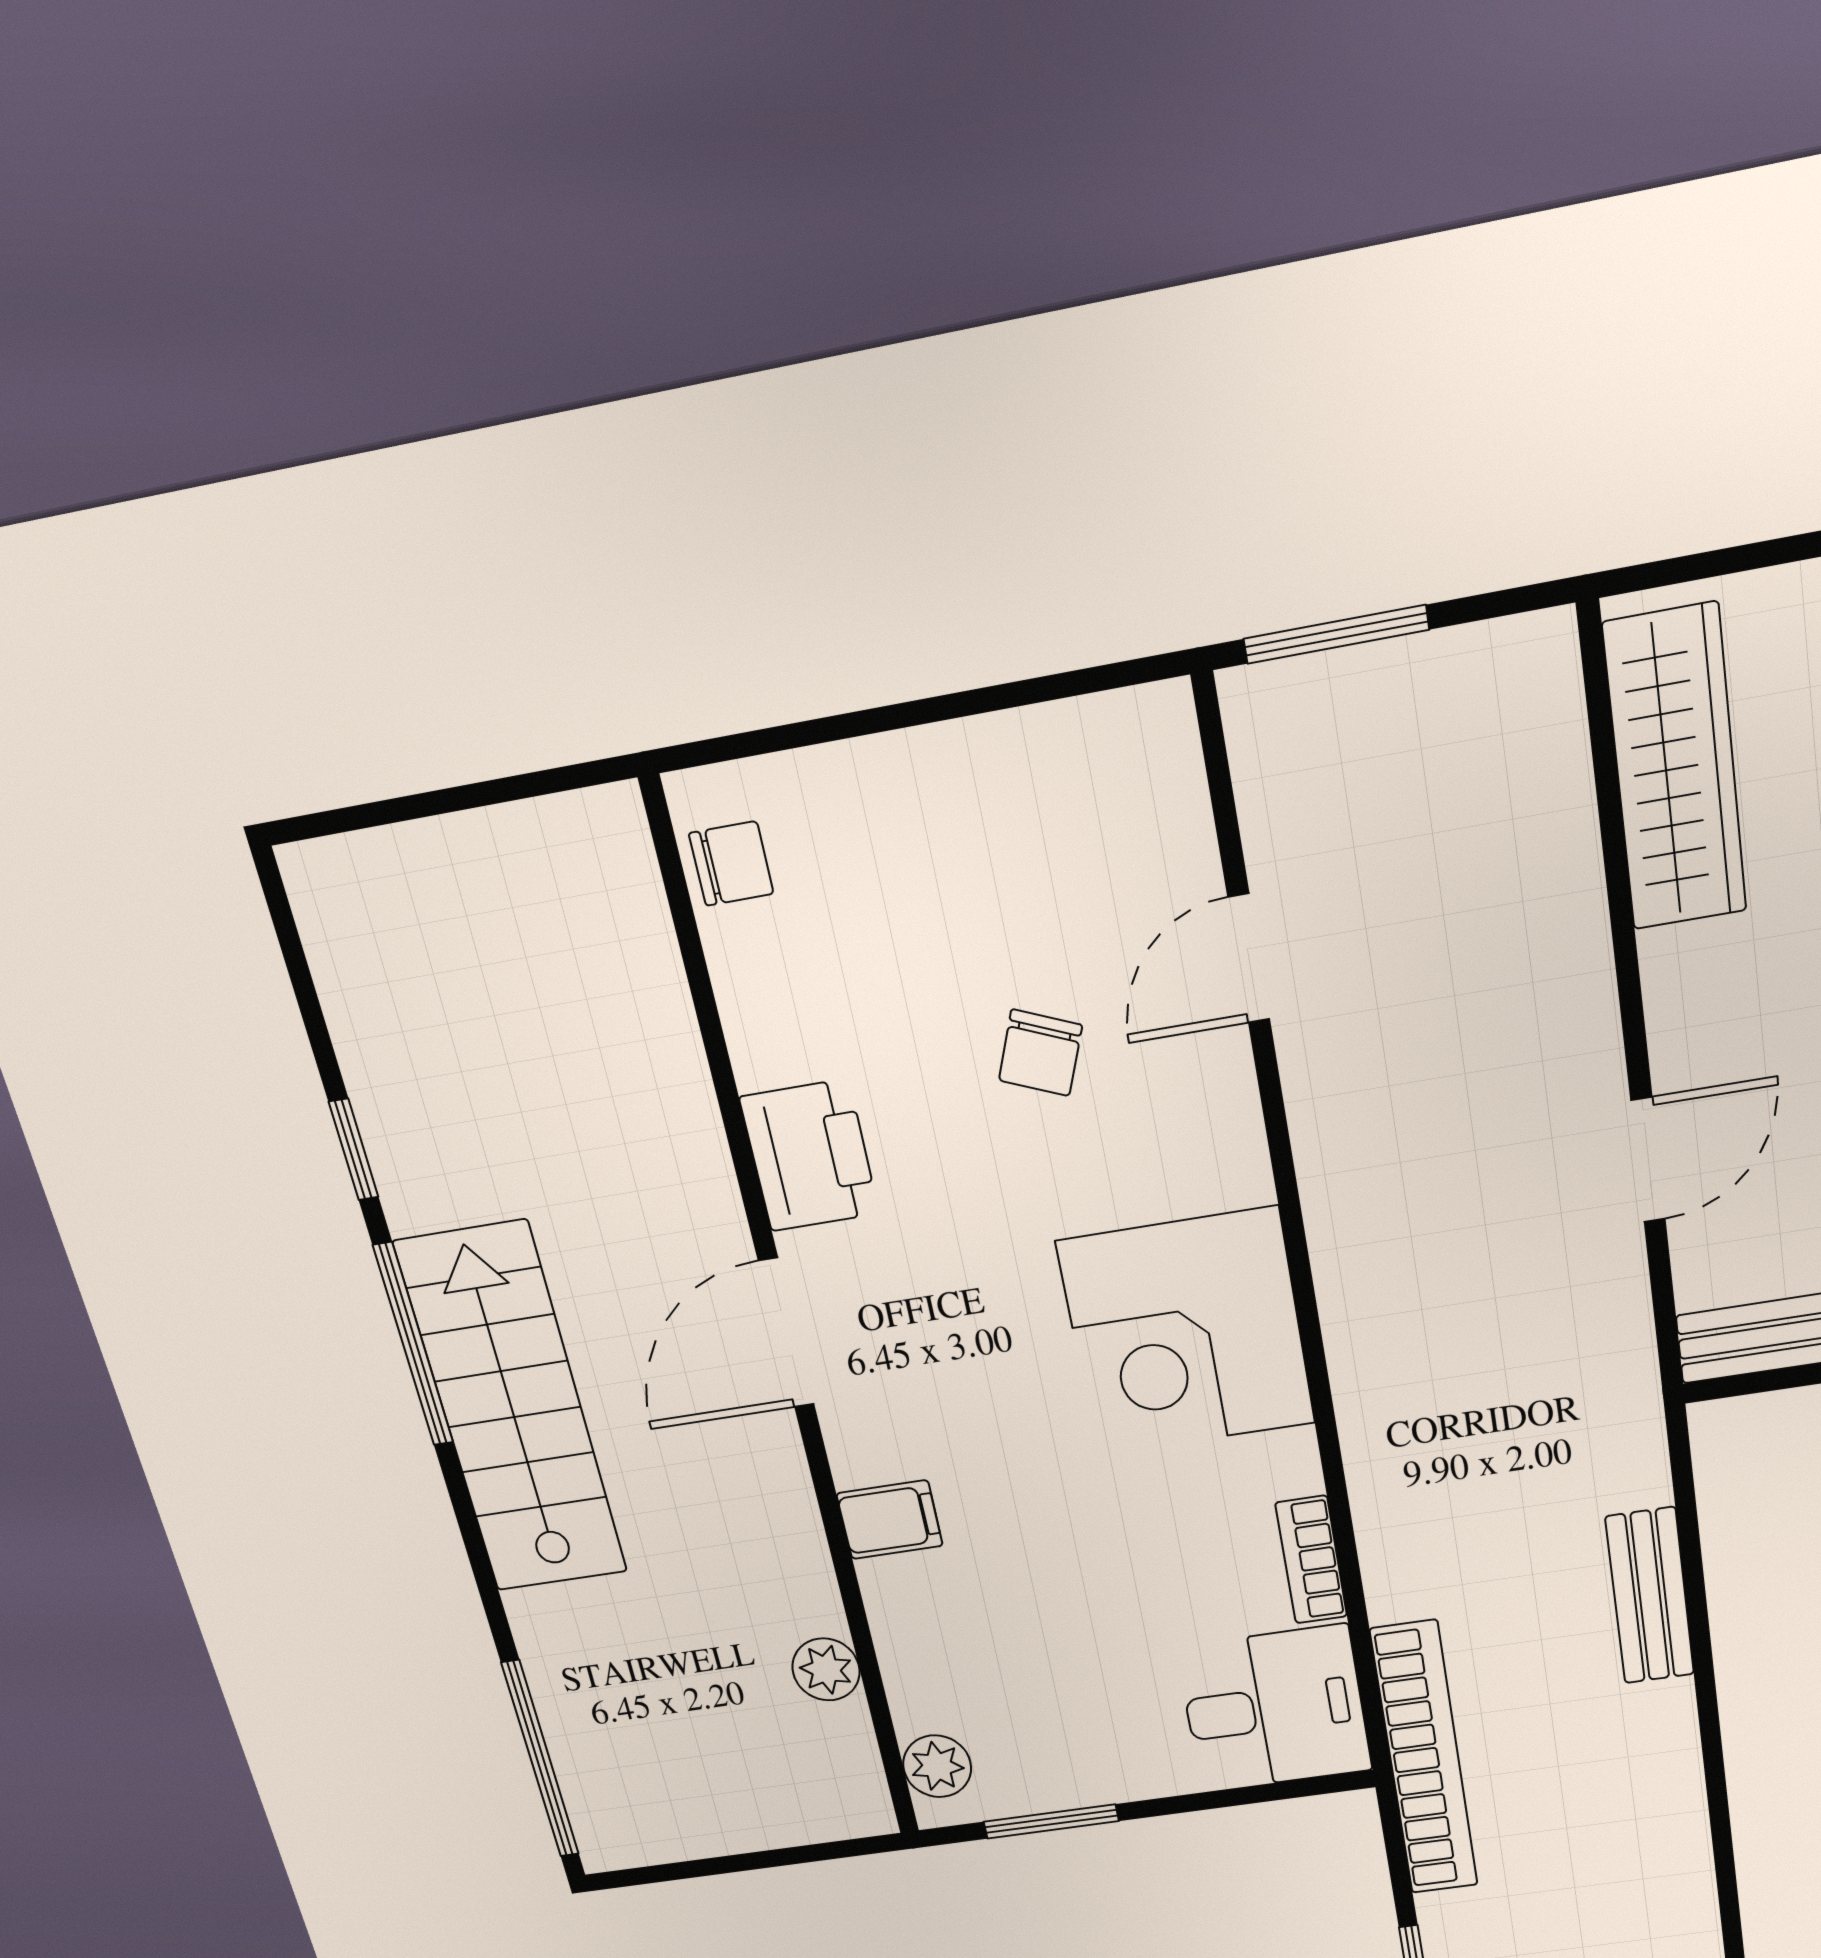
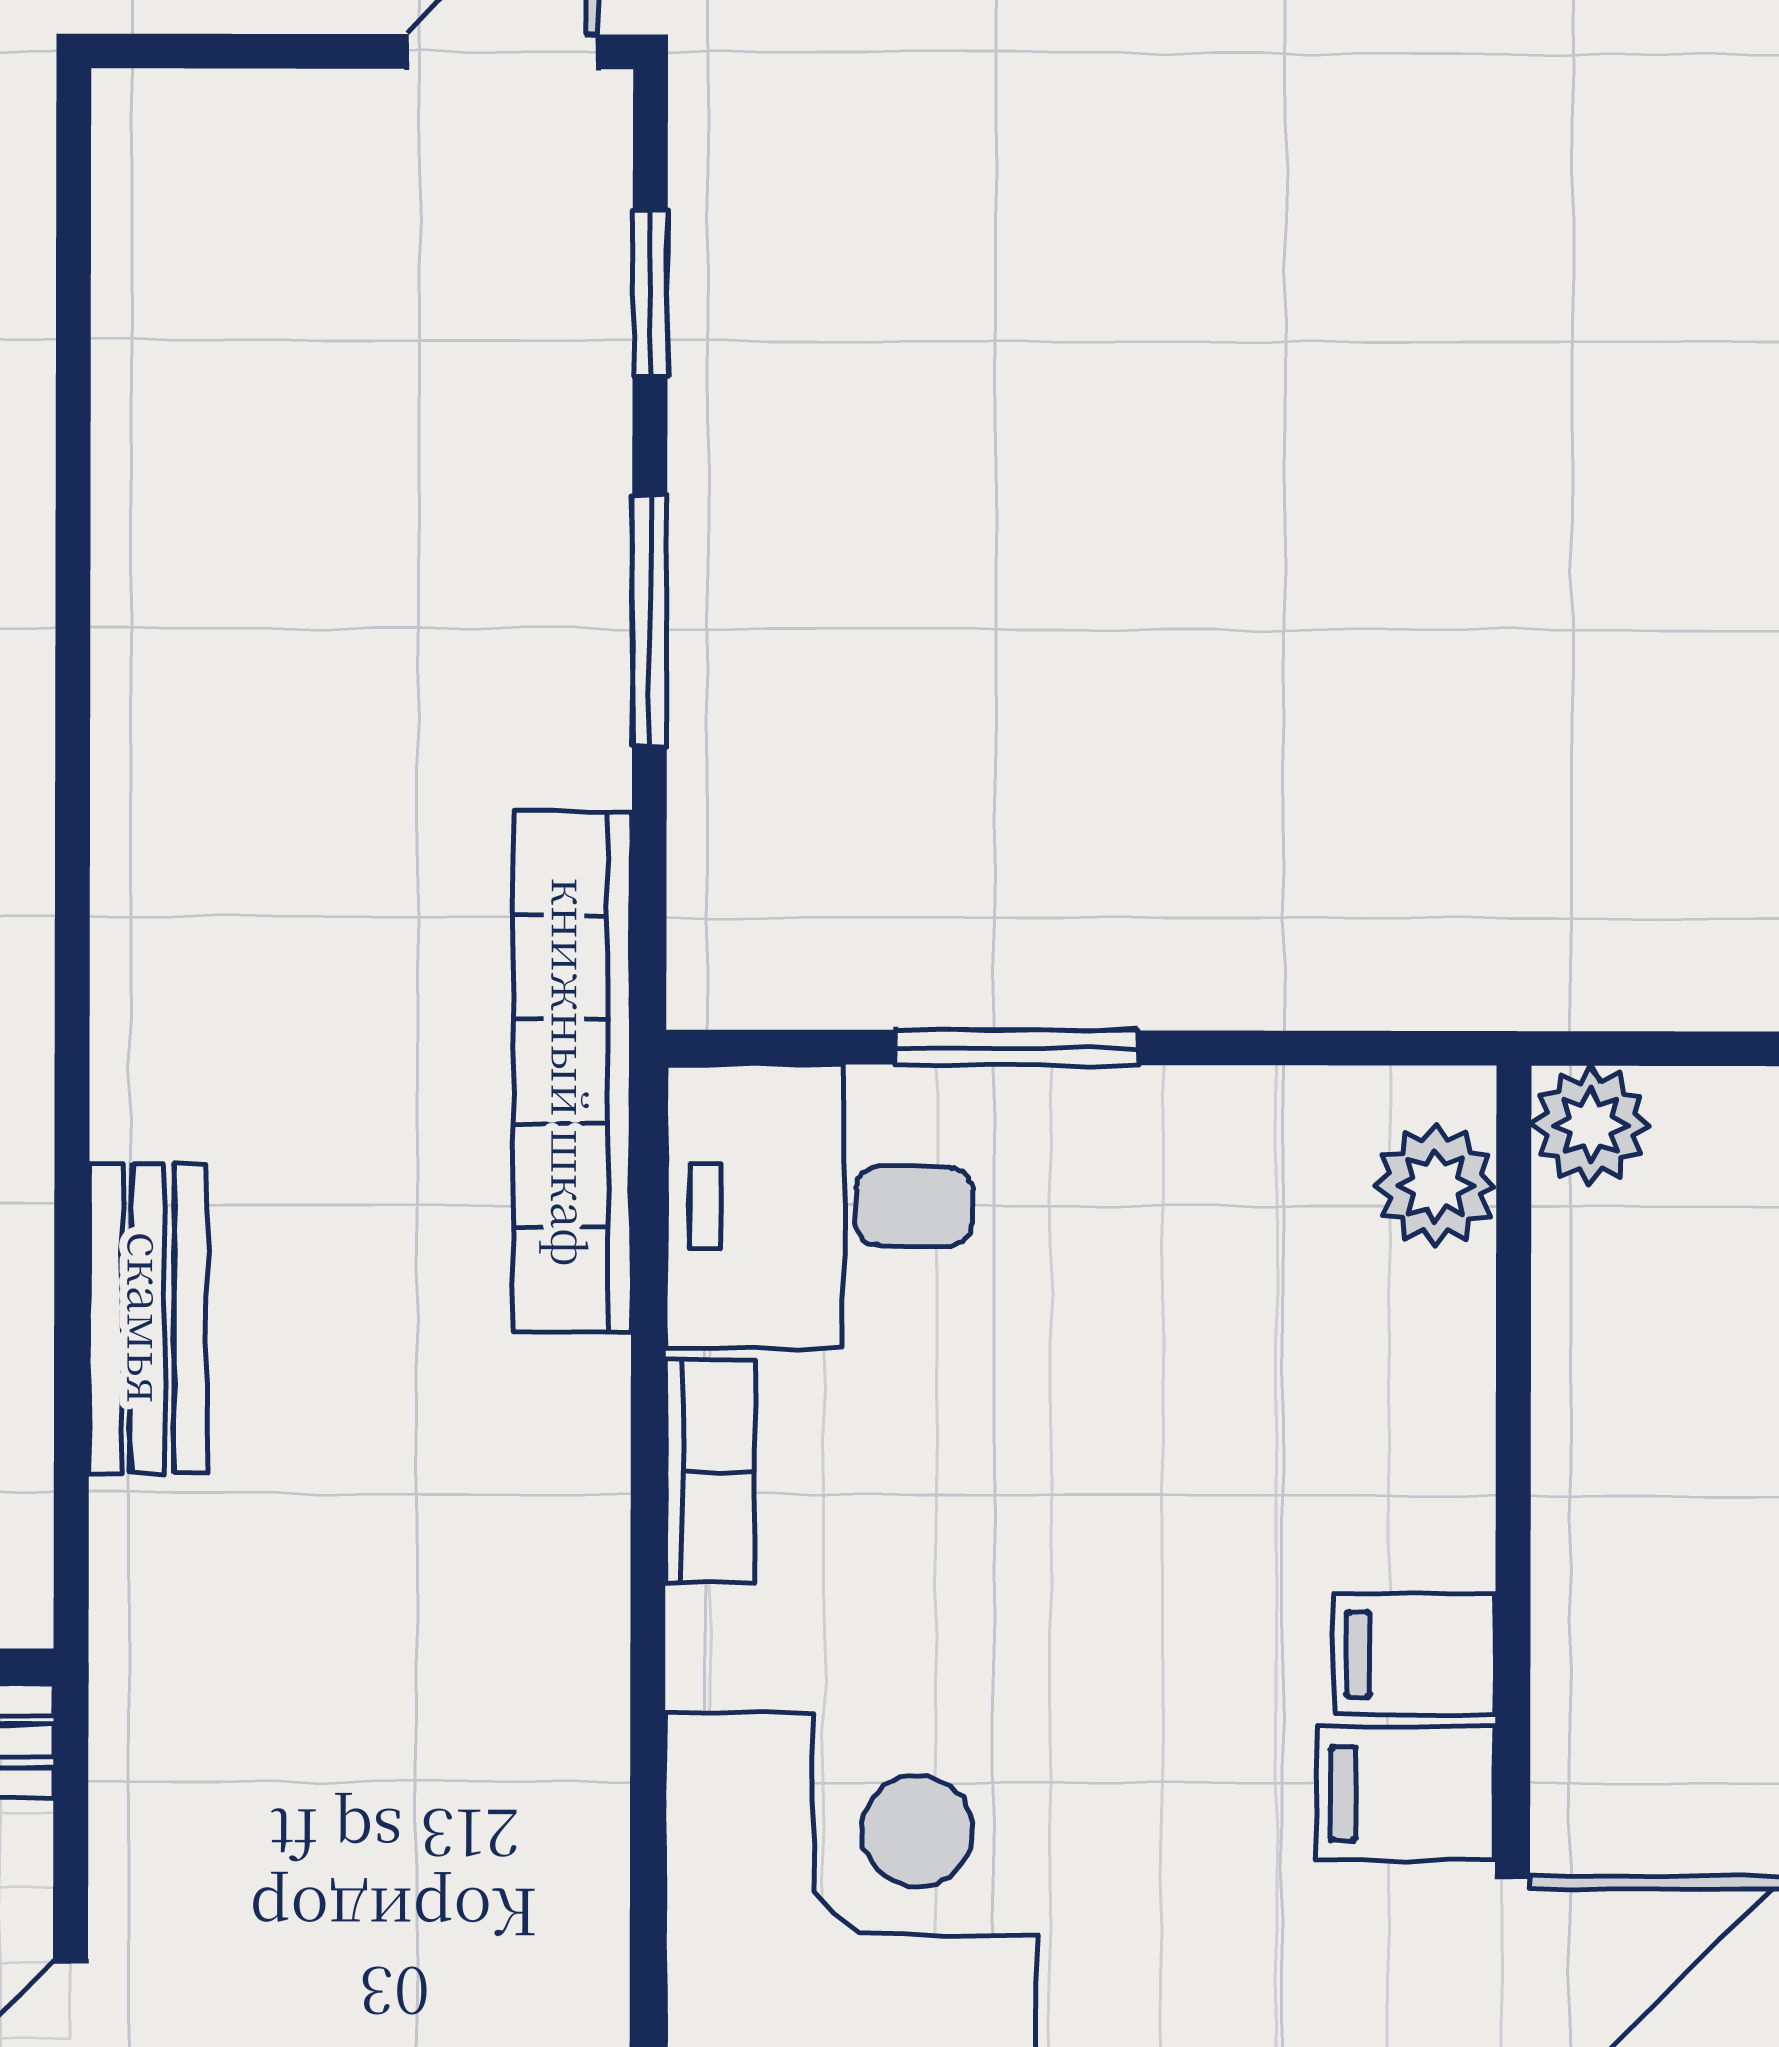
filing cabinet: (876, 1442) -> (1406, 1793), added
plant: (826, 1669) -> (1591, 1125), moved
window: (1051, 1821) -> (1017, 1048), moved

